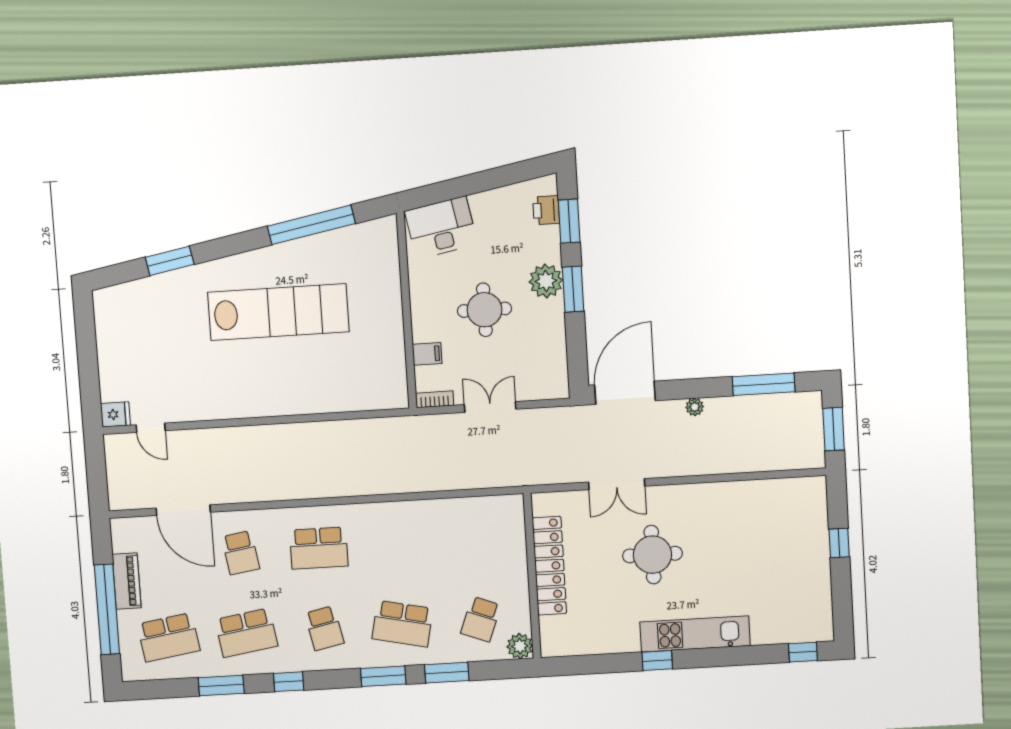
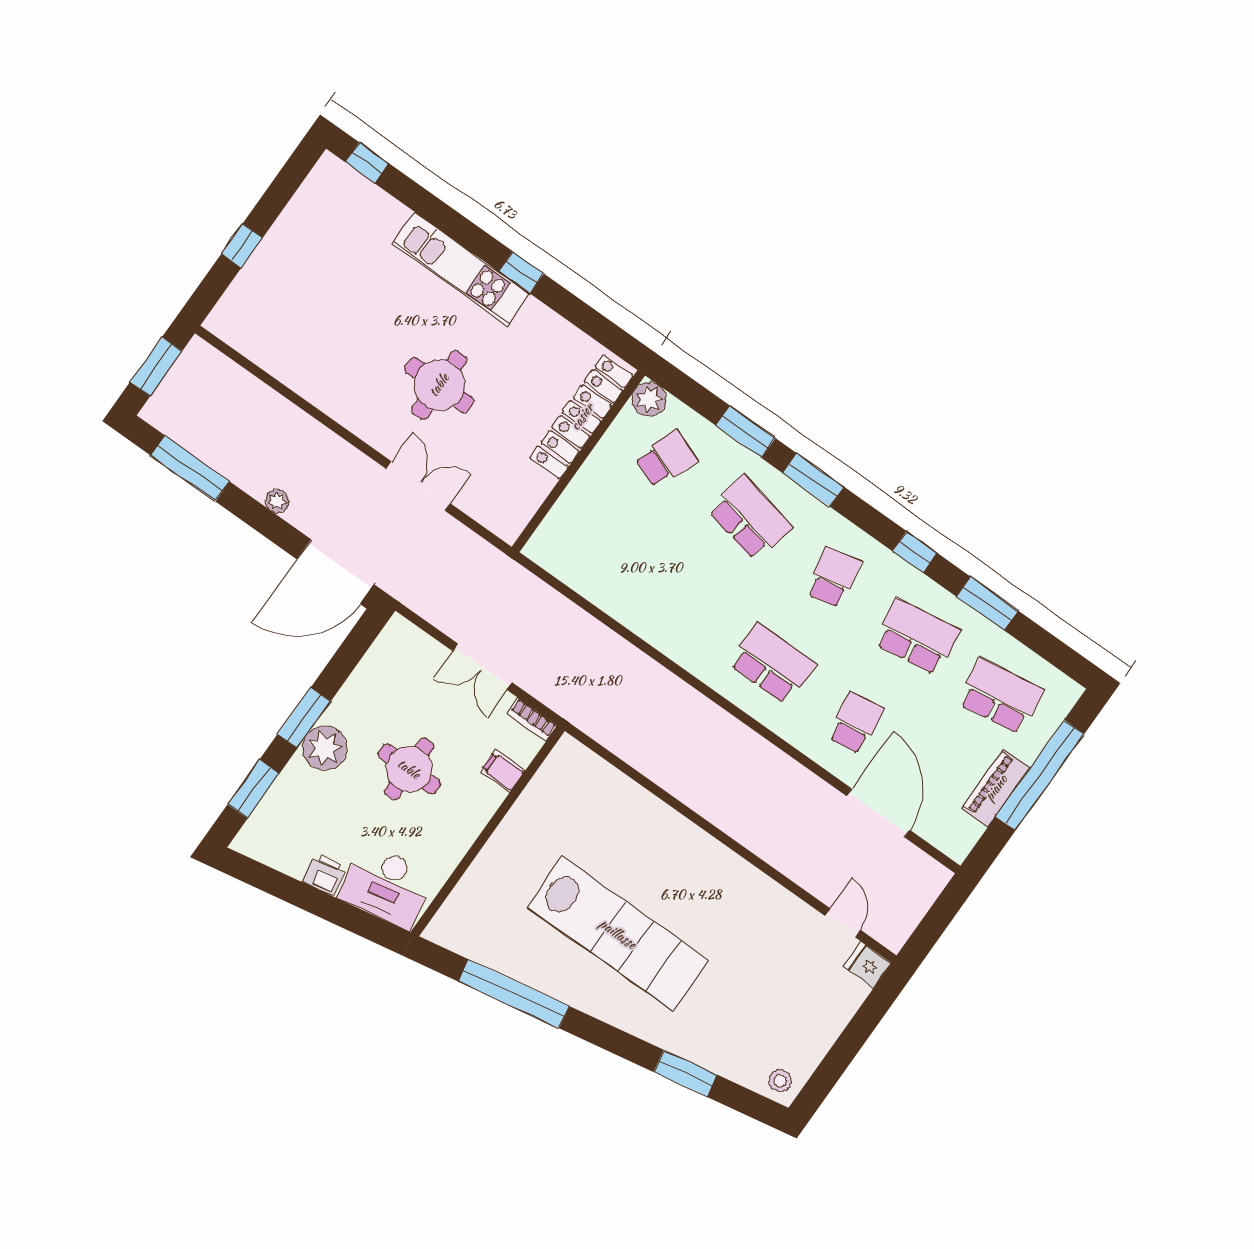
printer: (546, 210) -> (324, 875), moved, turned -101
stool: (110, 303) -> (780, 1081), added
lab bench: (278, 312) -> (618, 934), turned 180
locker: (549, 566) -> (582, 417), moved

